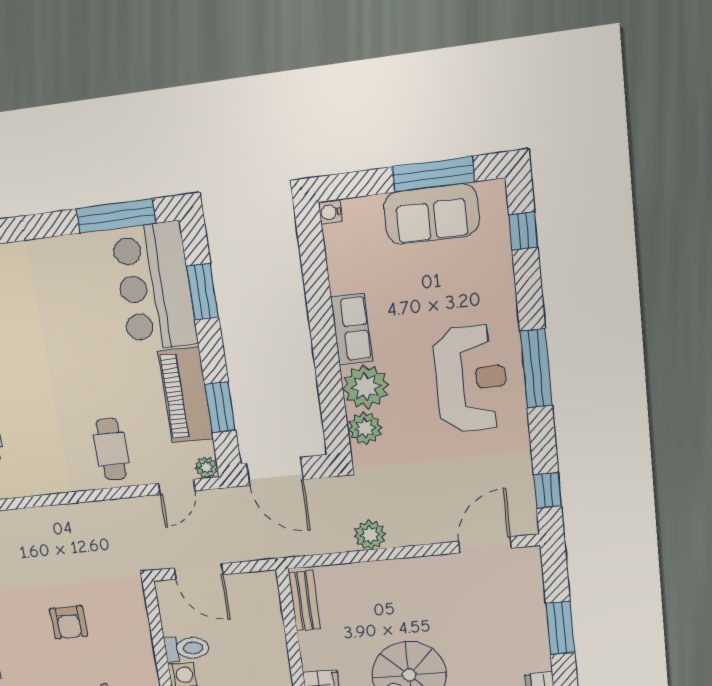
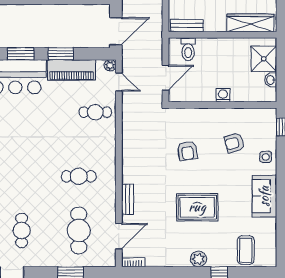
window: (220, 407) -> (61, 54), moved
armchair: (69, 622) -> (187, 151), turned 81
toilet: (187, 648) -> (188, 49), moved, turned 180

